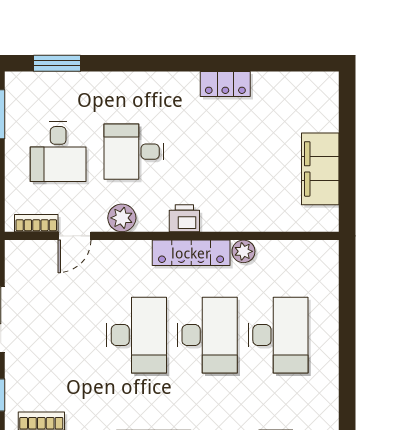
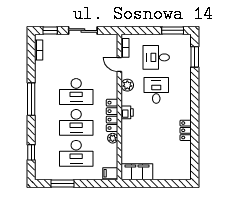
filing cabinet: (320, 169) -> (137, 172), moved
filing cabinet: (324, 257) -> (110, 173), added
window: (347, 366) -> (63, 183), added

